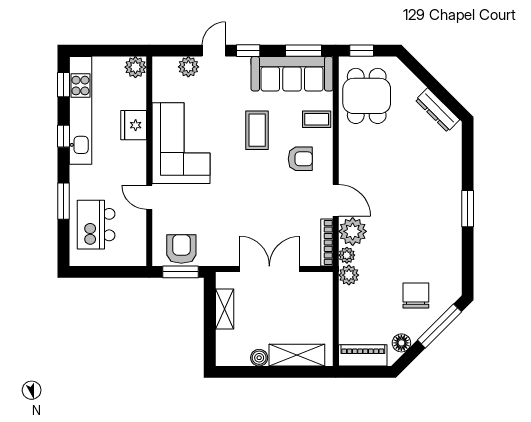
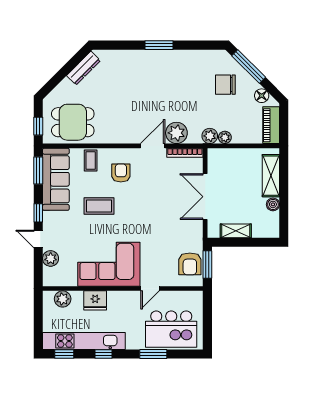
plant: (135, 67) -> (63, 299), moved
kitchen island: (96, 225) -> (171, 329), width x1.37, depth x1.28
armchair: (181, 249) -> (190, 264), turned -90
plant: (347, 255) -> (225, 137), moved

